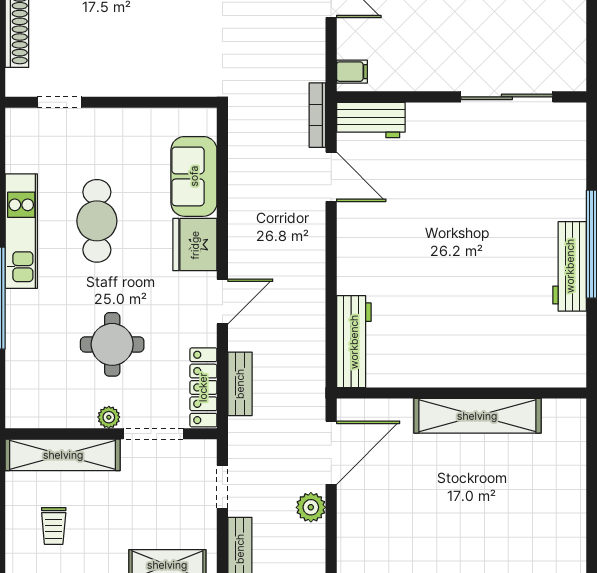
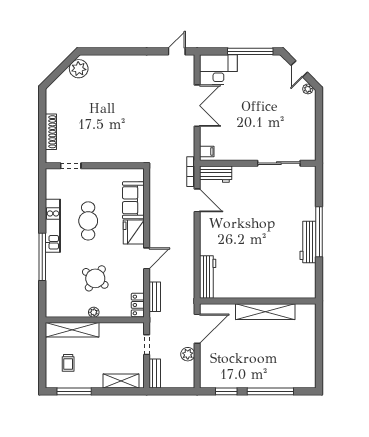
round table: (112, 344) -> (95, 278), turned 35
locker: (203, 387) -> (138, 305), width x0.66
doorway: (153, 434) -> (114, 320), removed

